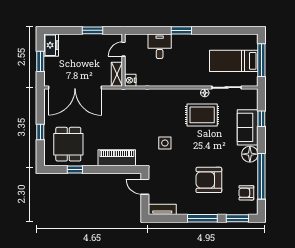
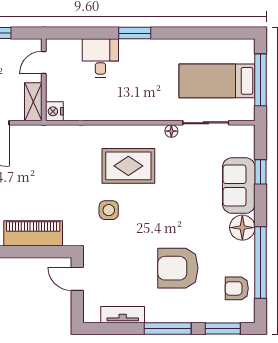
rug: (202, 115) -> (128, 166), moved
tv unit: (162, 209) -> (123, 315), moved

